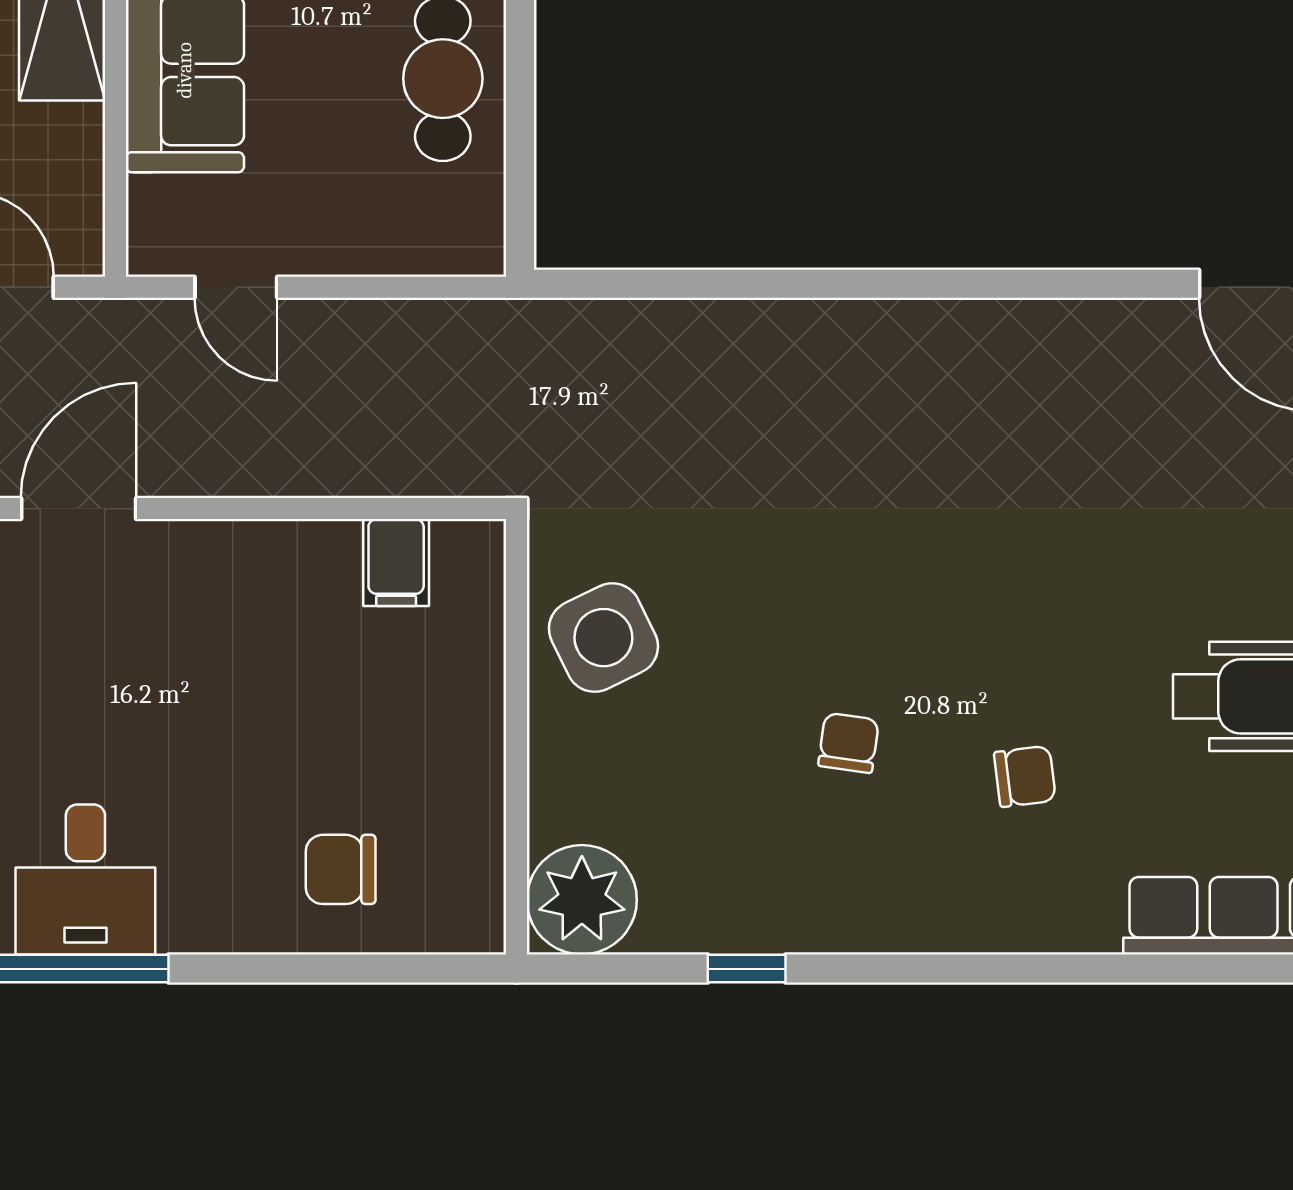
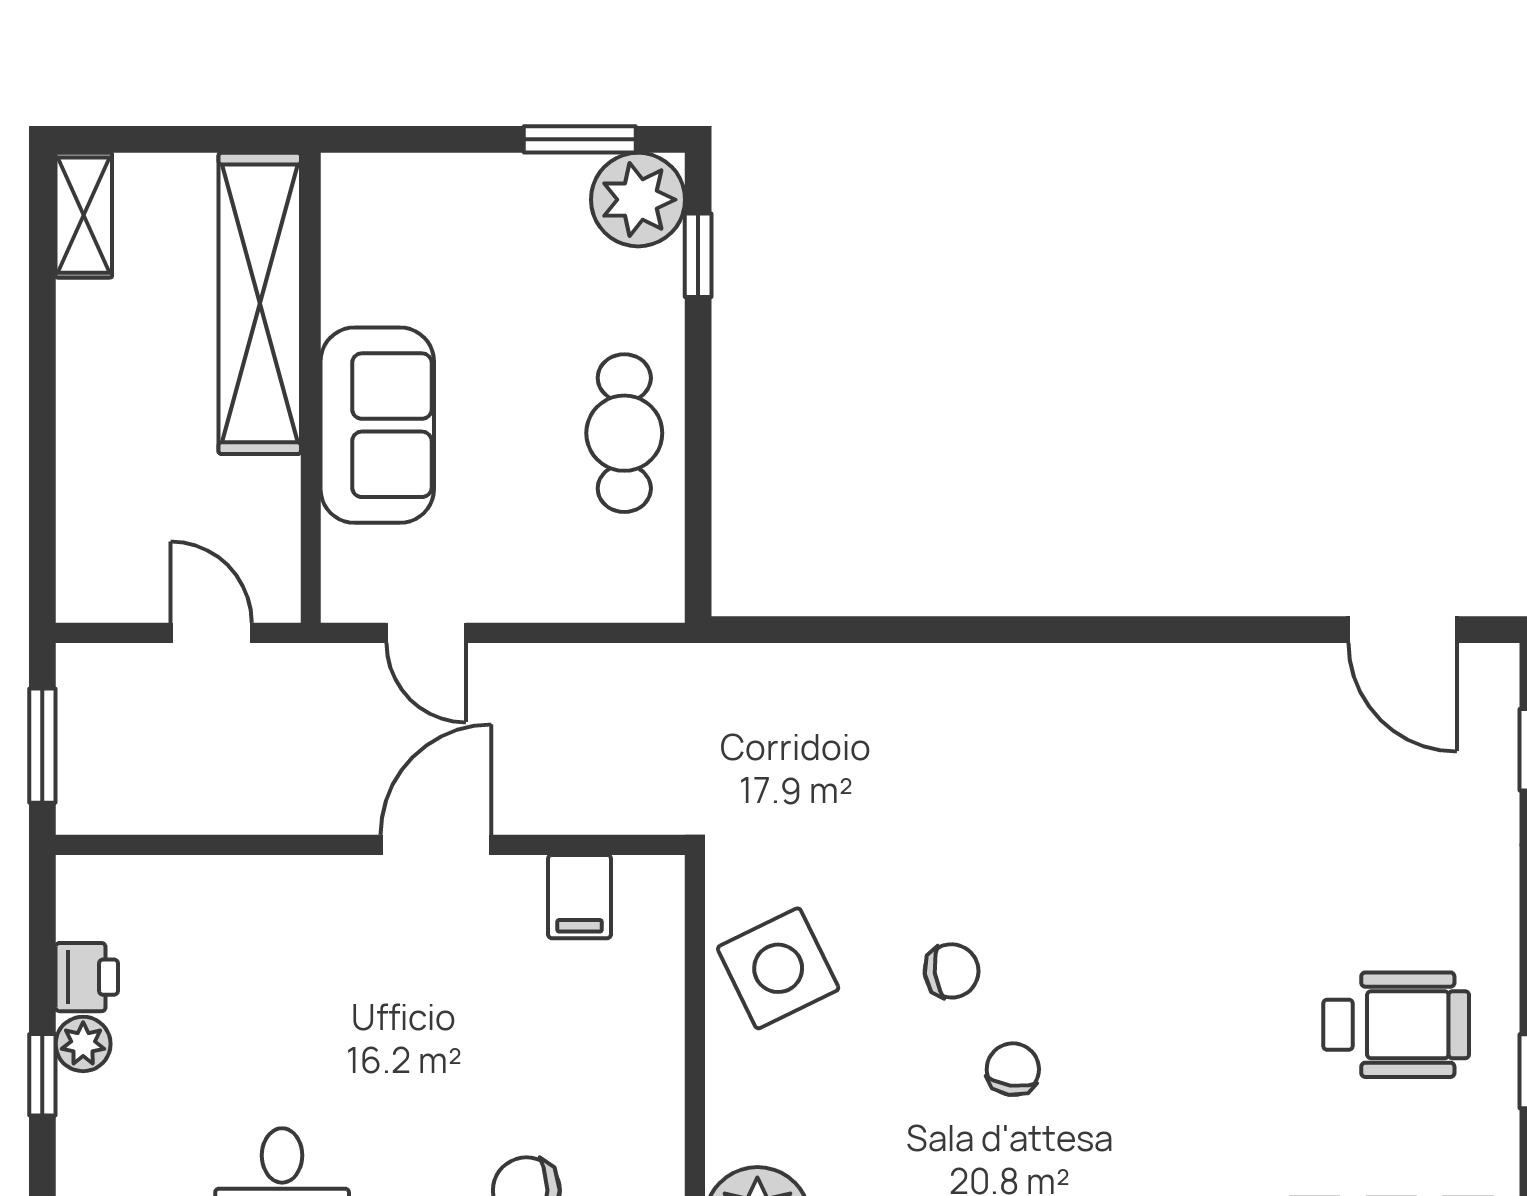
door: (79, 509) -> (436, 845), moved
chair: (1025, 776) -> (952, 971), moved

